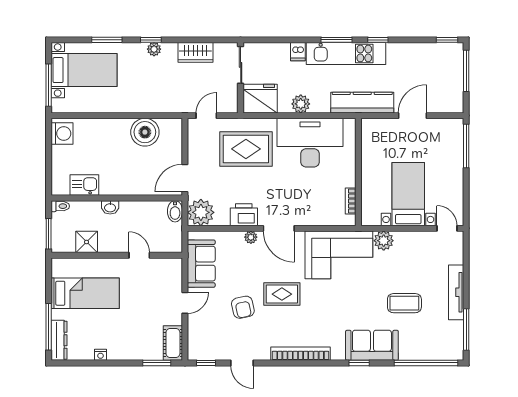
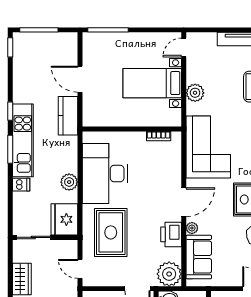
kitchen counter: (362, 103) -> (68, 116), width x0.67
plant: (384, 241) -> (195, 93), moved
sofa: (201, 264) -> (199, 257), moved, turned 90

